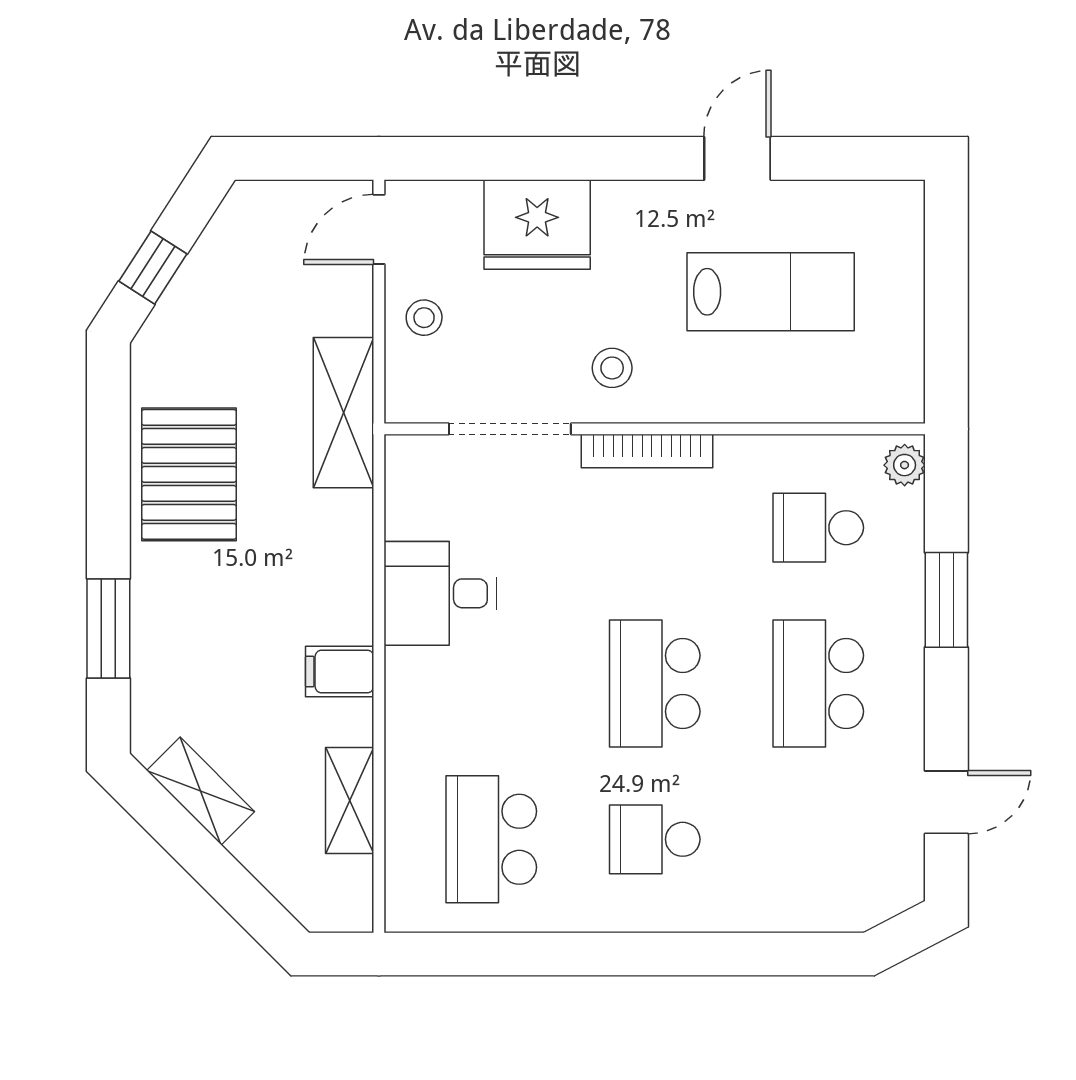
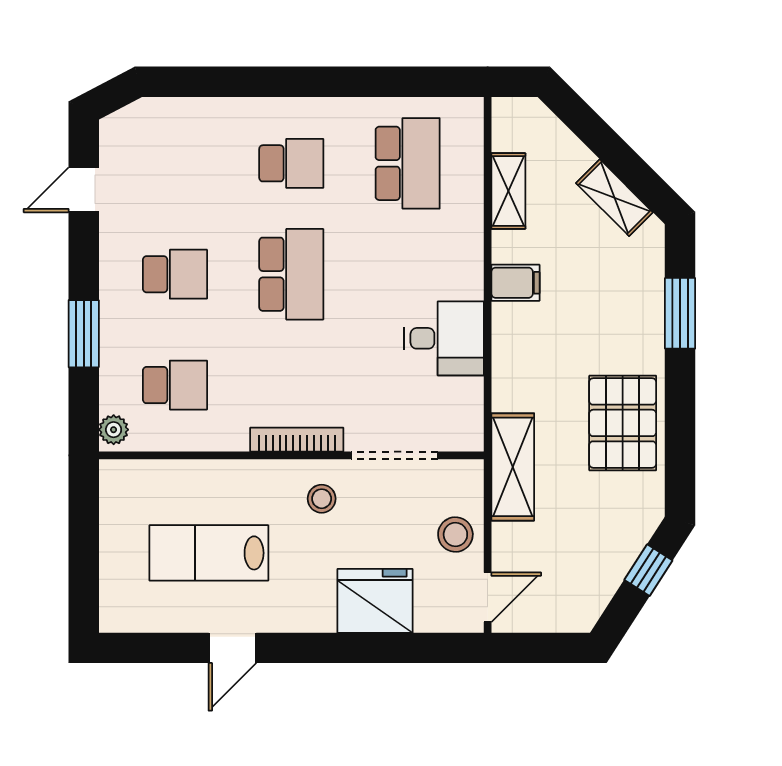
stool: (424, 318) -> (455, 535), width x1.37, depth x1.37
school desk: (818, 683) -> (175, 274), width x0.54

